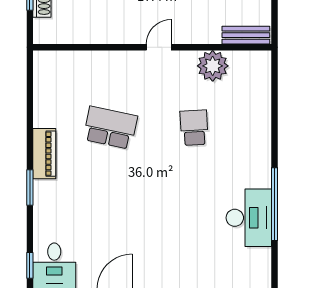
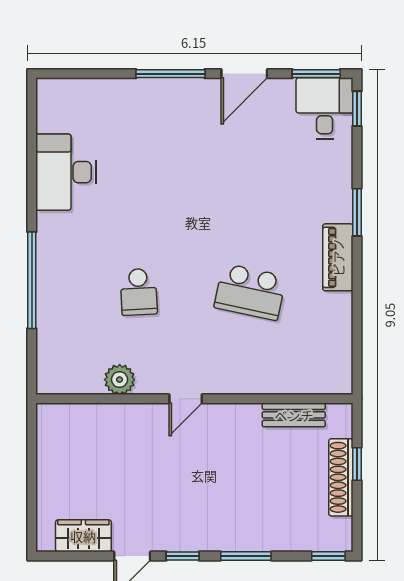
bench: (246, 35) -> (294, 415), moved
plant: (213, 66) -> (120, 380), width x0.73, depth x0.73
window: (275, 204) -> (32, 280), moved

